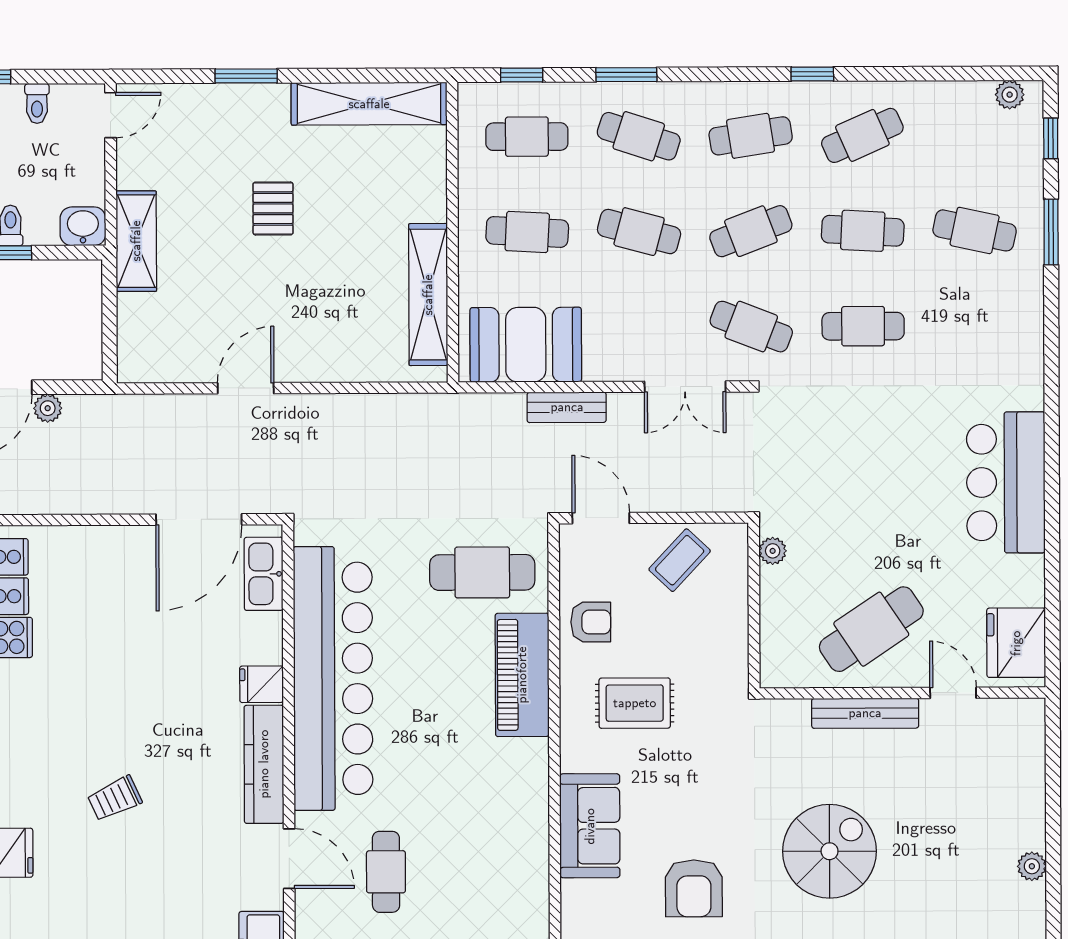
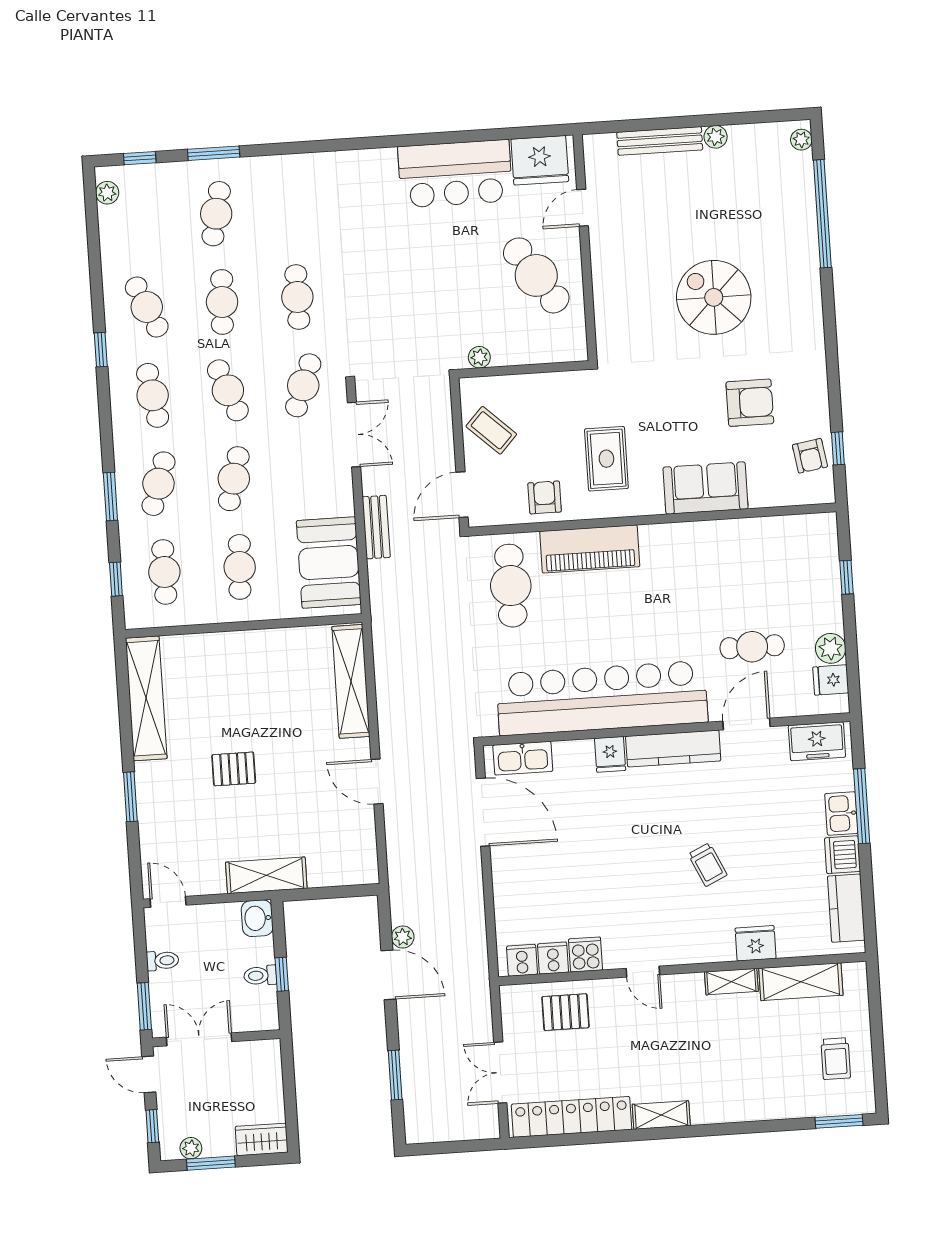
shelving: (428, 295) -> (351, 681), moved, turned 90
bar counter: (1006, 482) -> (455, 174), moved
bench: (865, 713) -> (660, 141), moved, turned 90

